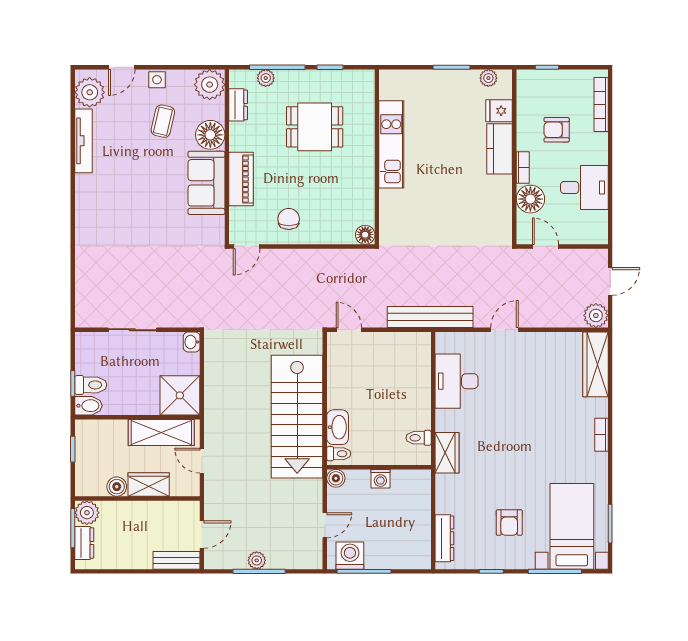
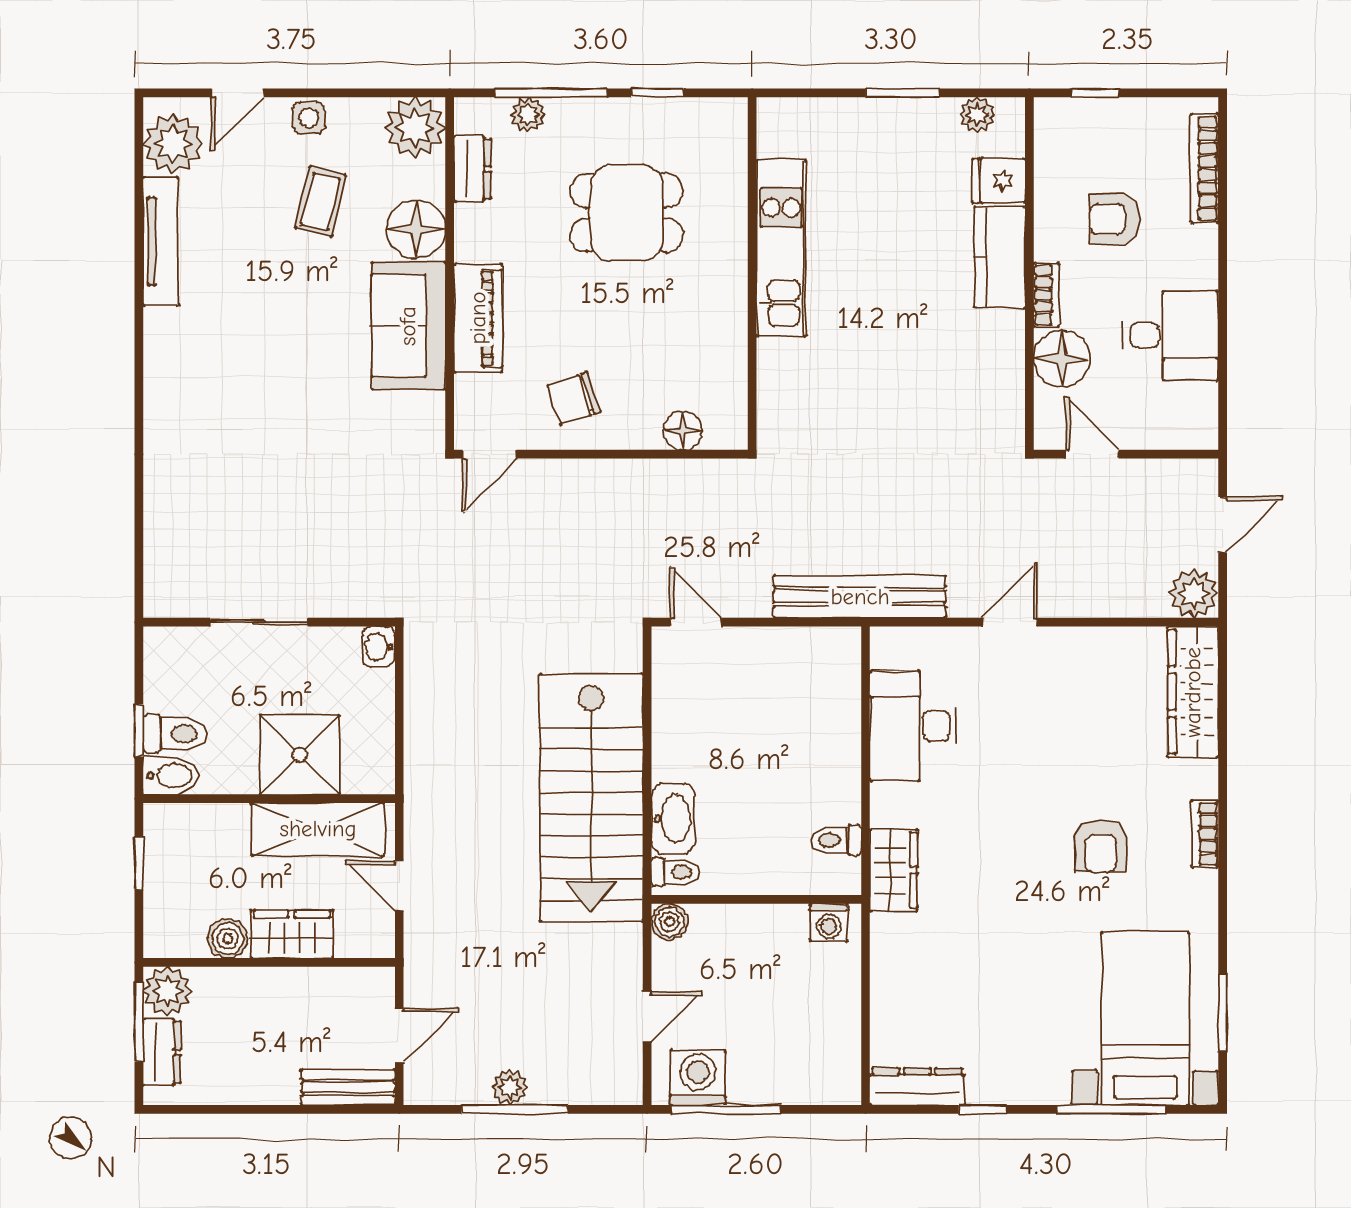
chair: (289, 219) -> (574, 399), turned -108
floor lamp: (365, 235) -> (683, 431), moved
shower: (180, 395) -> (300, 755), moved
washing machine: (380, 479) -> (829, 922), moved
armchair: (509, 523) -> (1101, 846), moved
dresser: (444, 538) -> (917, 1087), moved, turned -90

